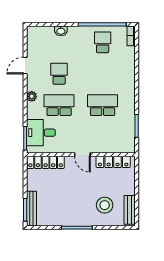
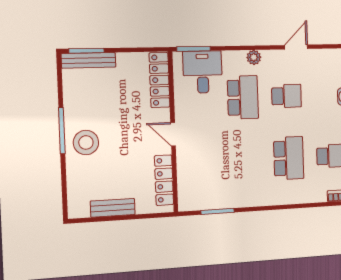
door: (25, 65) -> (296, 47), hinge flipped
school desk: (103, 105) -> (289, 158), moved
door: (82, 155) -> (173, 134), hinge flipped
stool: (105, 205) -> (86, 142), moved
bench: (130, 210) -> (113, 208), moved

